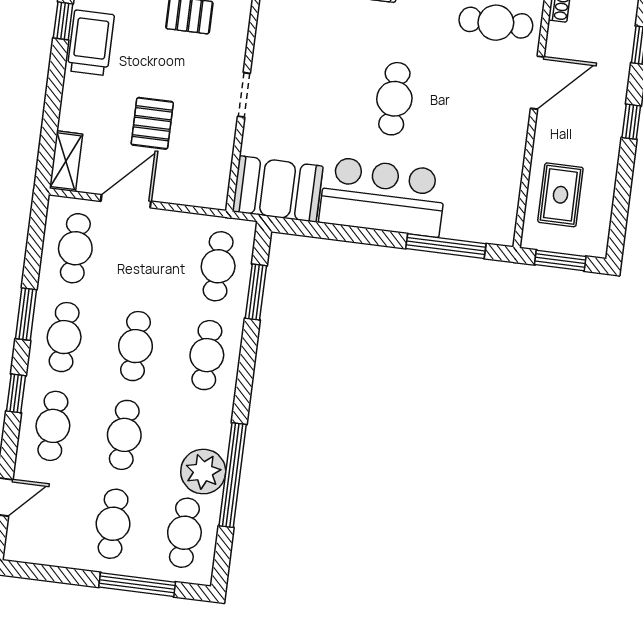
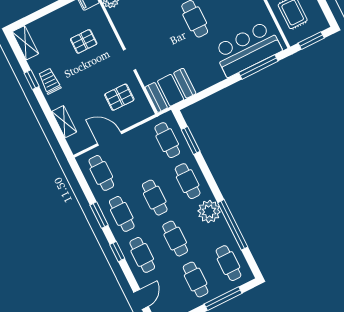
trolley: (91, 43) -> (50, 81), width x0.73, depth x0.72
pallet: (152, 123) -> (119, 97), moved, turned 90
shelving: (66, 161) -> (64, 122), moved
bar counter: (383, 197) -> (247, 49), moved
door: (126, 201) -> (110, 139), hinge flipped
plant: (203, 472) -> (209, 211), moved

